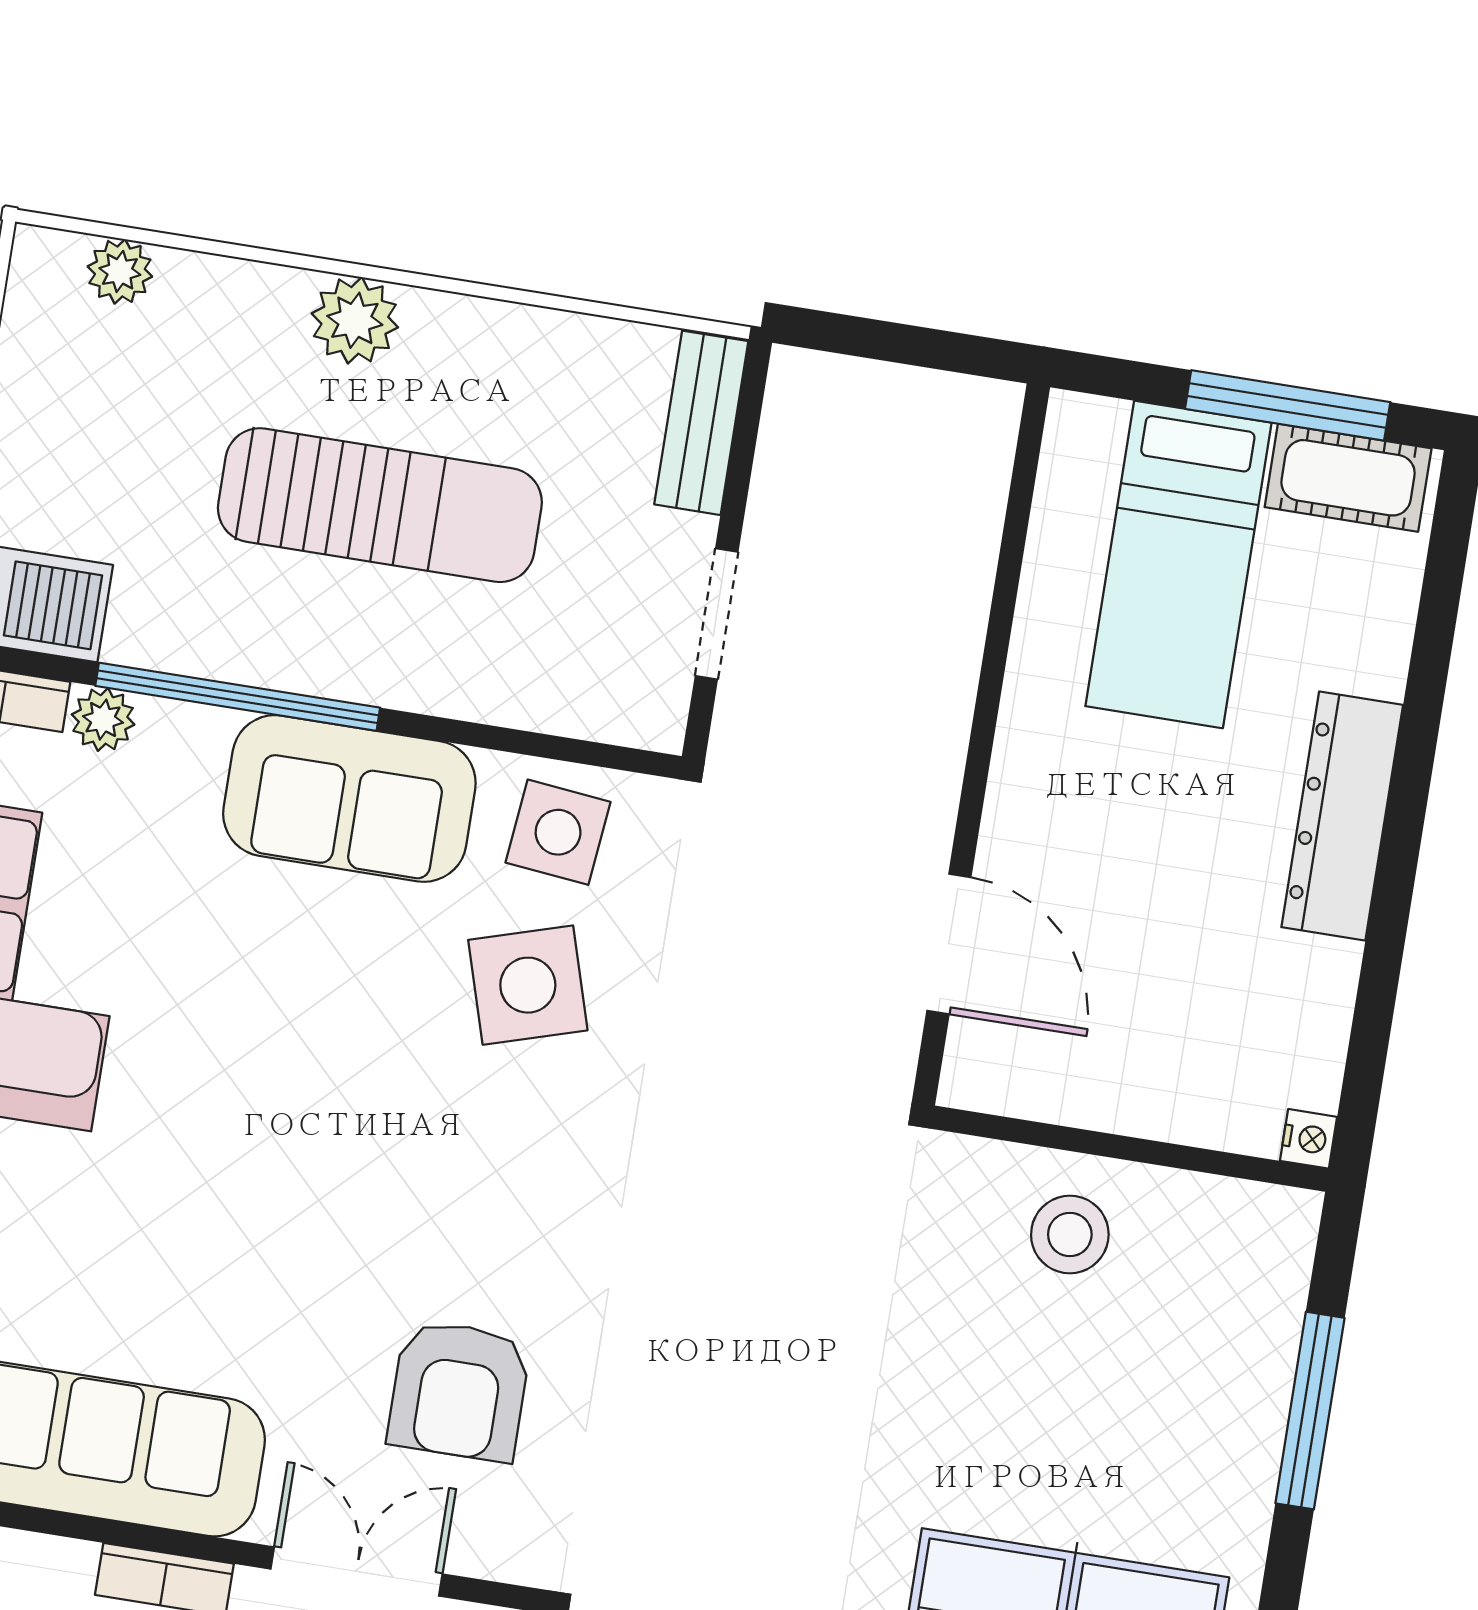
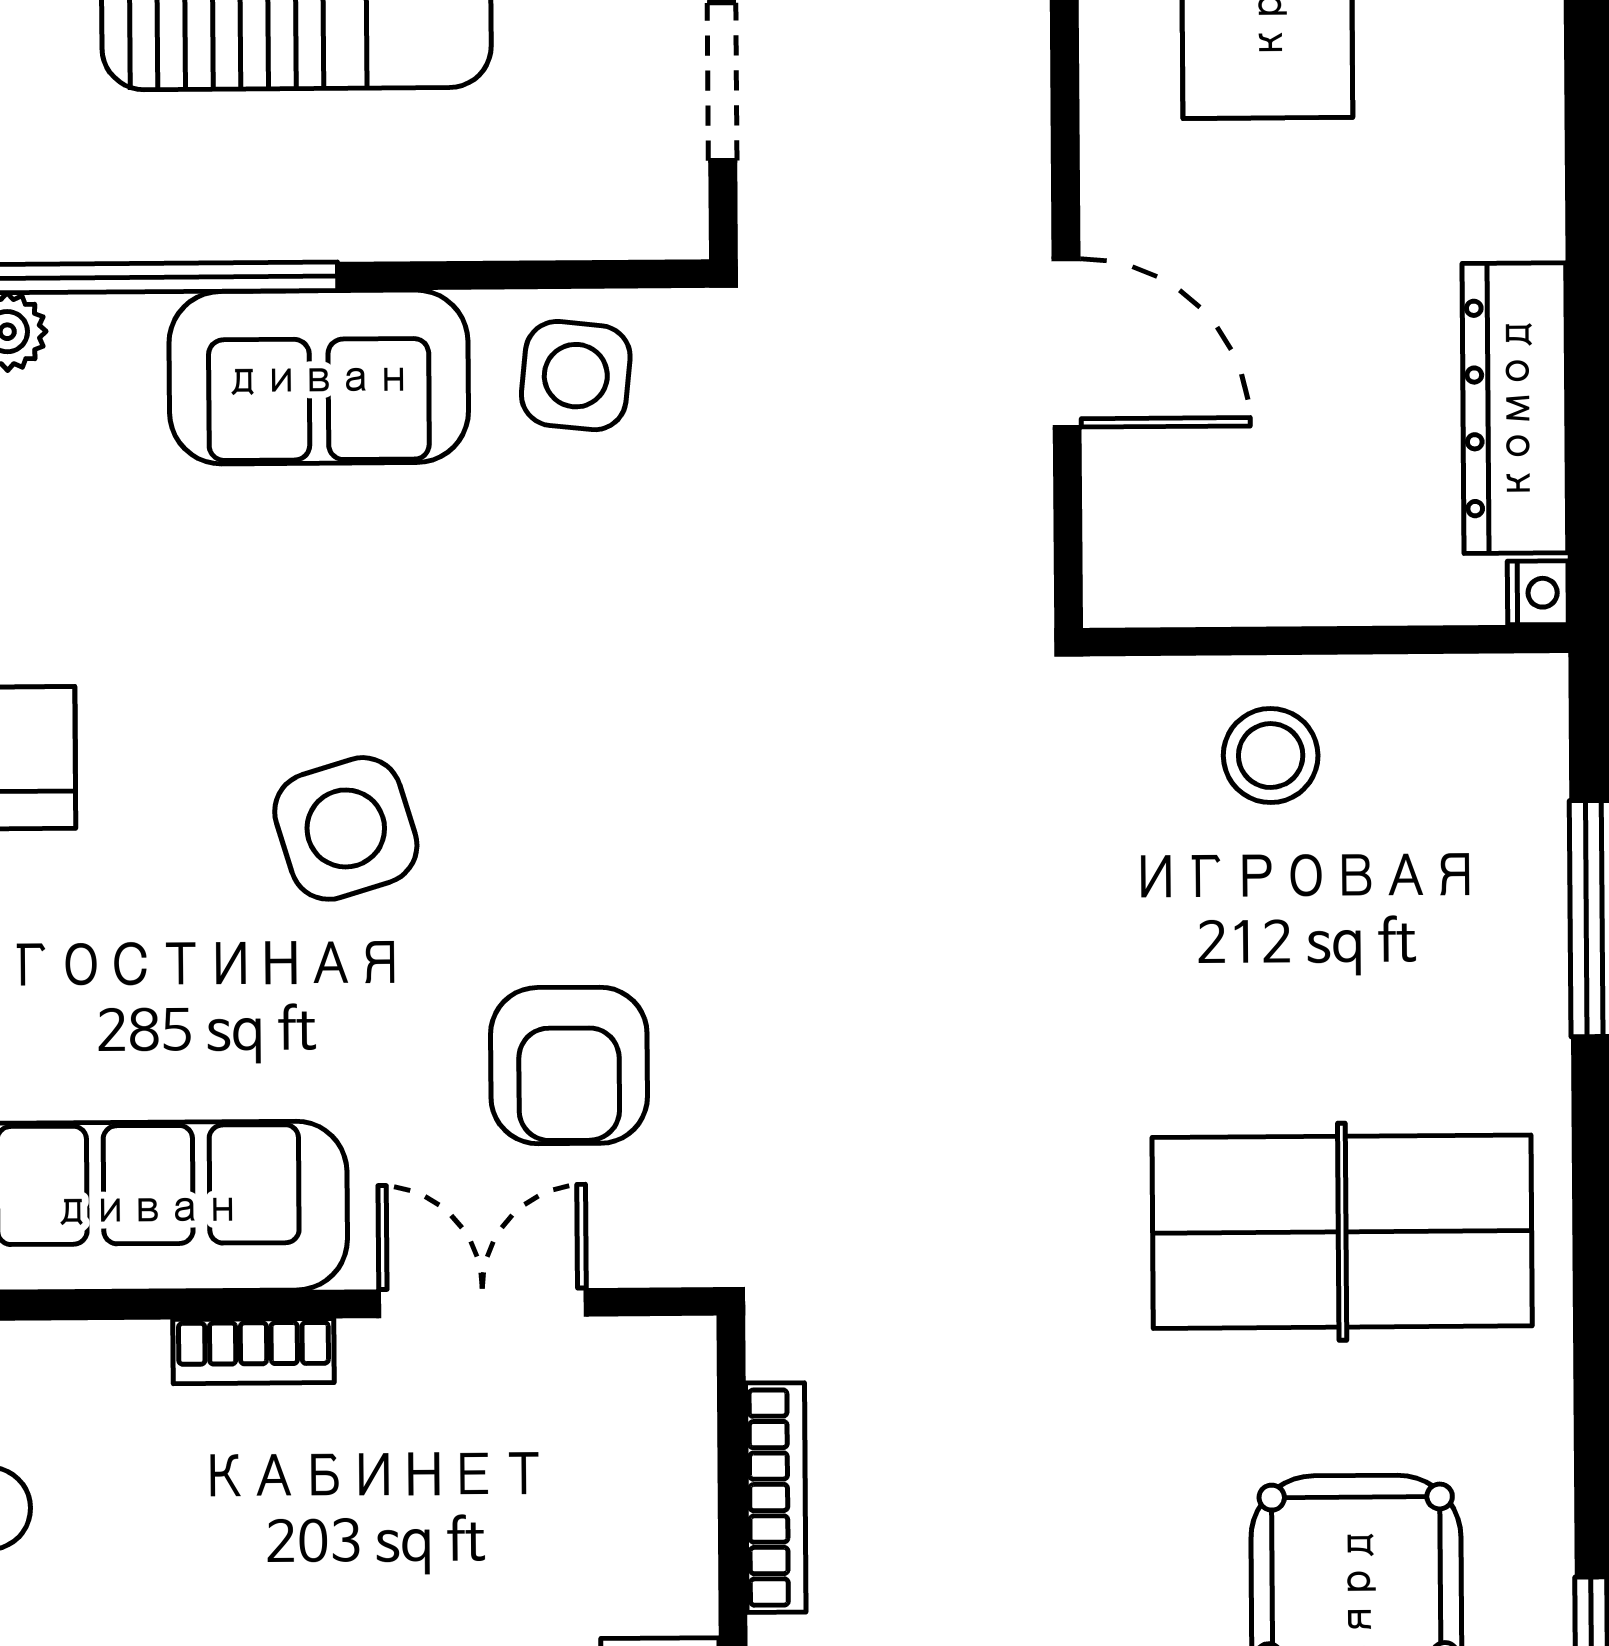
dresser: (1342, 816) -> (1515, 408), moved
door: (949, 944) -> (1067, 343), moved
side table: (528, 985) -> (346, 828), moved

